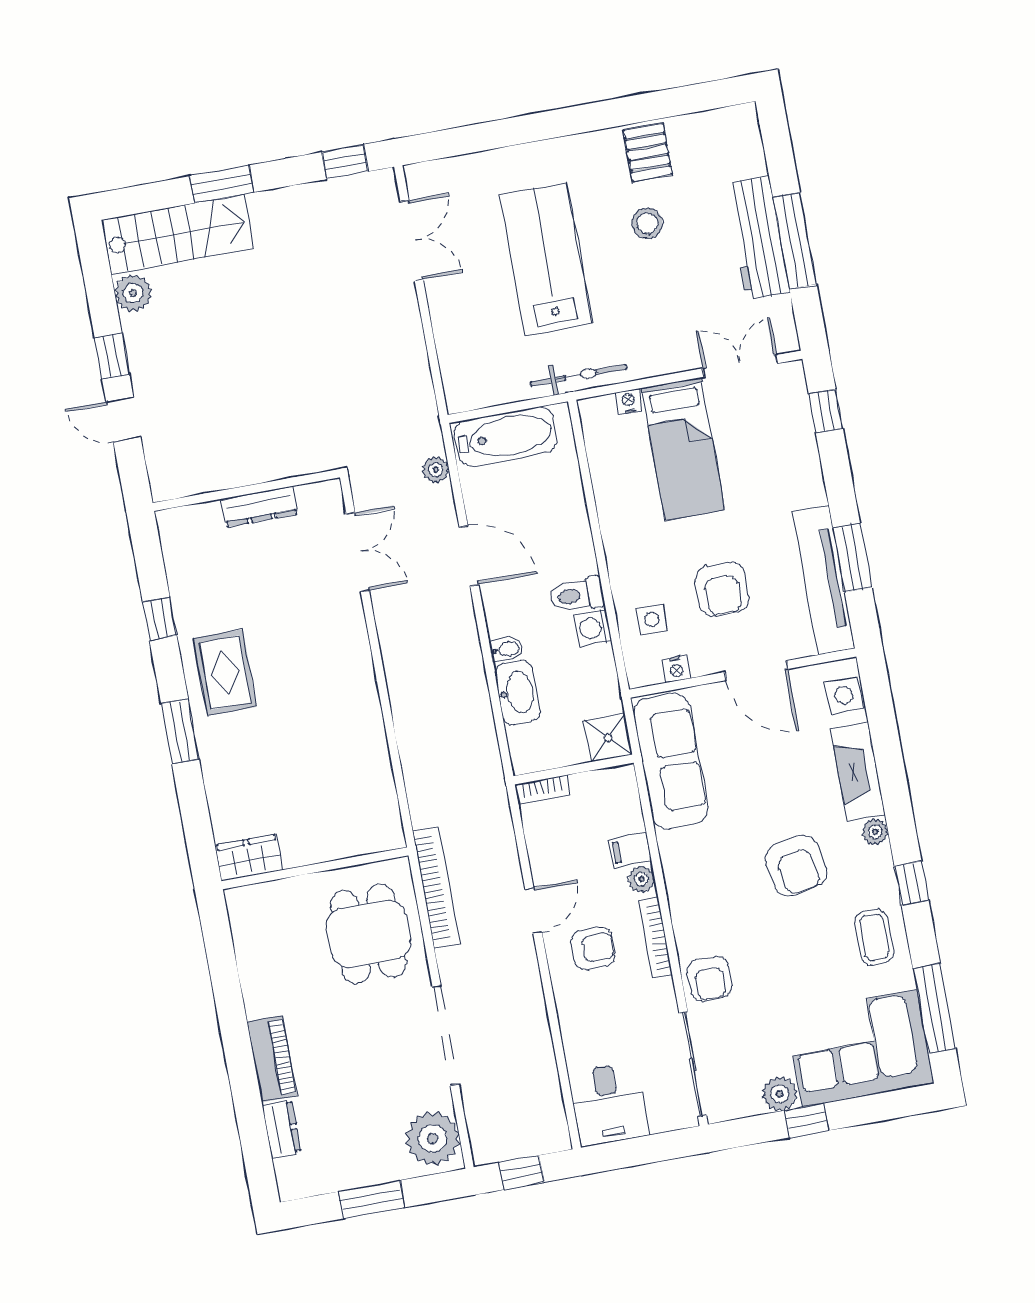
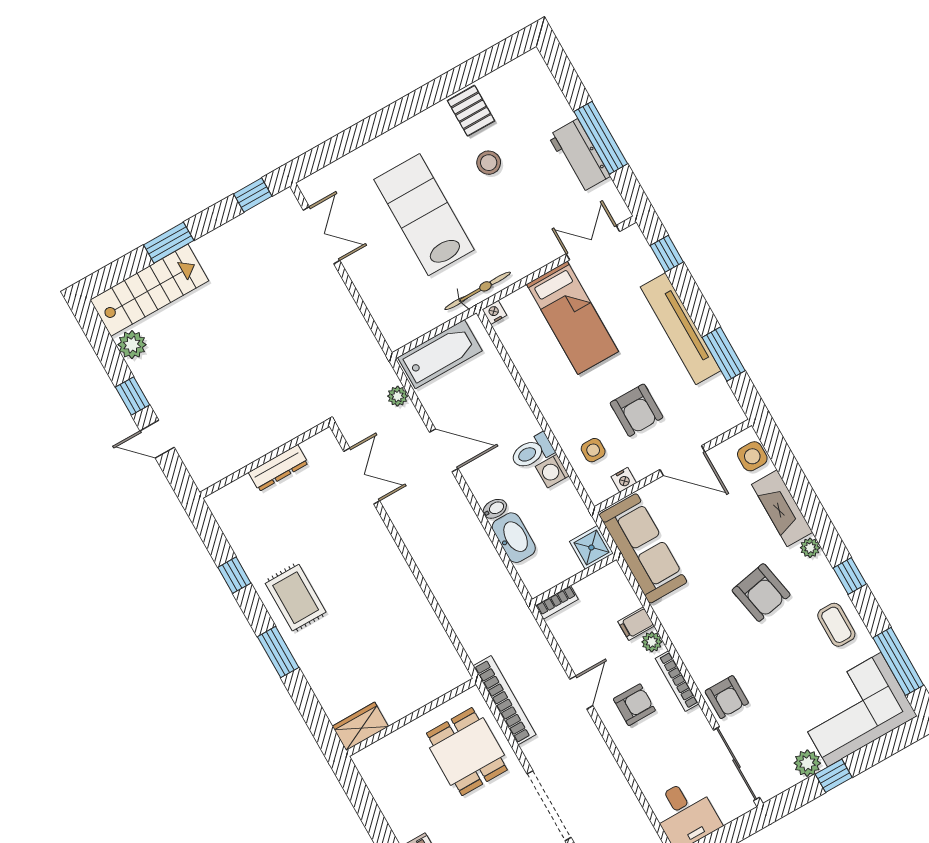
workbench: (758, 238) -> (579, 156), width x0.73
nightstand: (629, 402) -> (494, 312), moved
tv unit: (824, 580) -> (681, 329), moved

